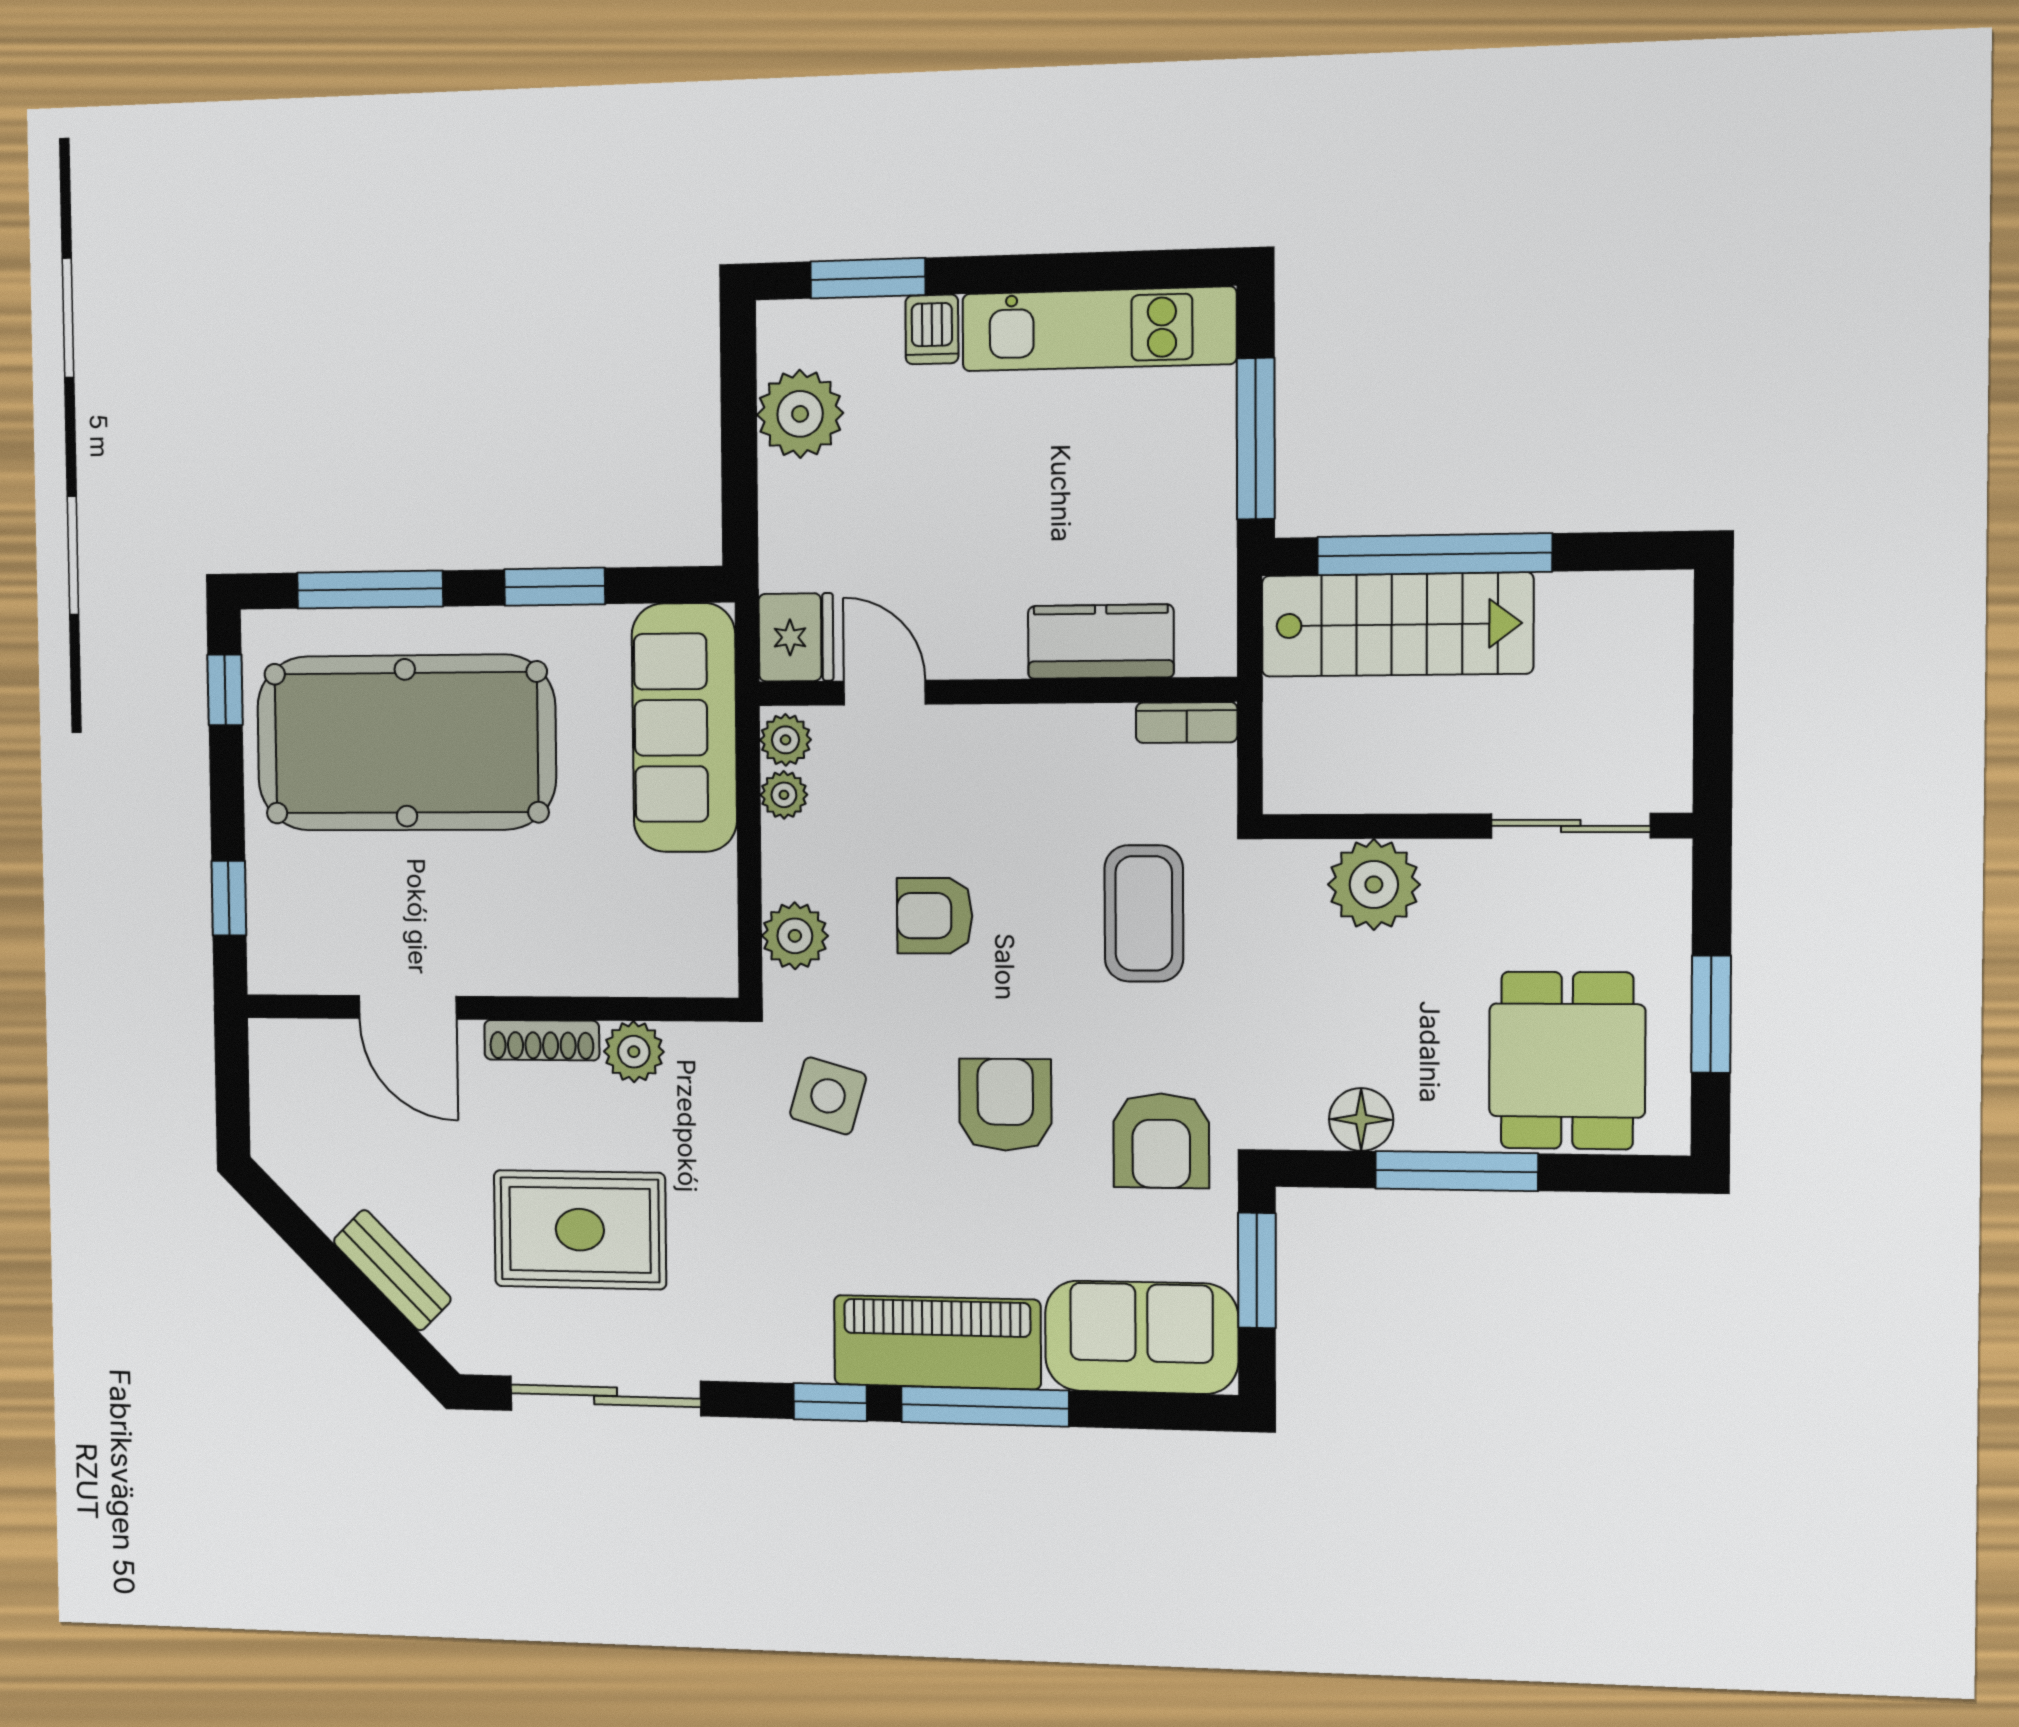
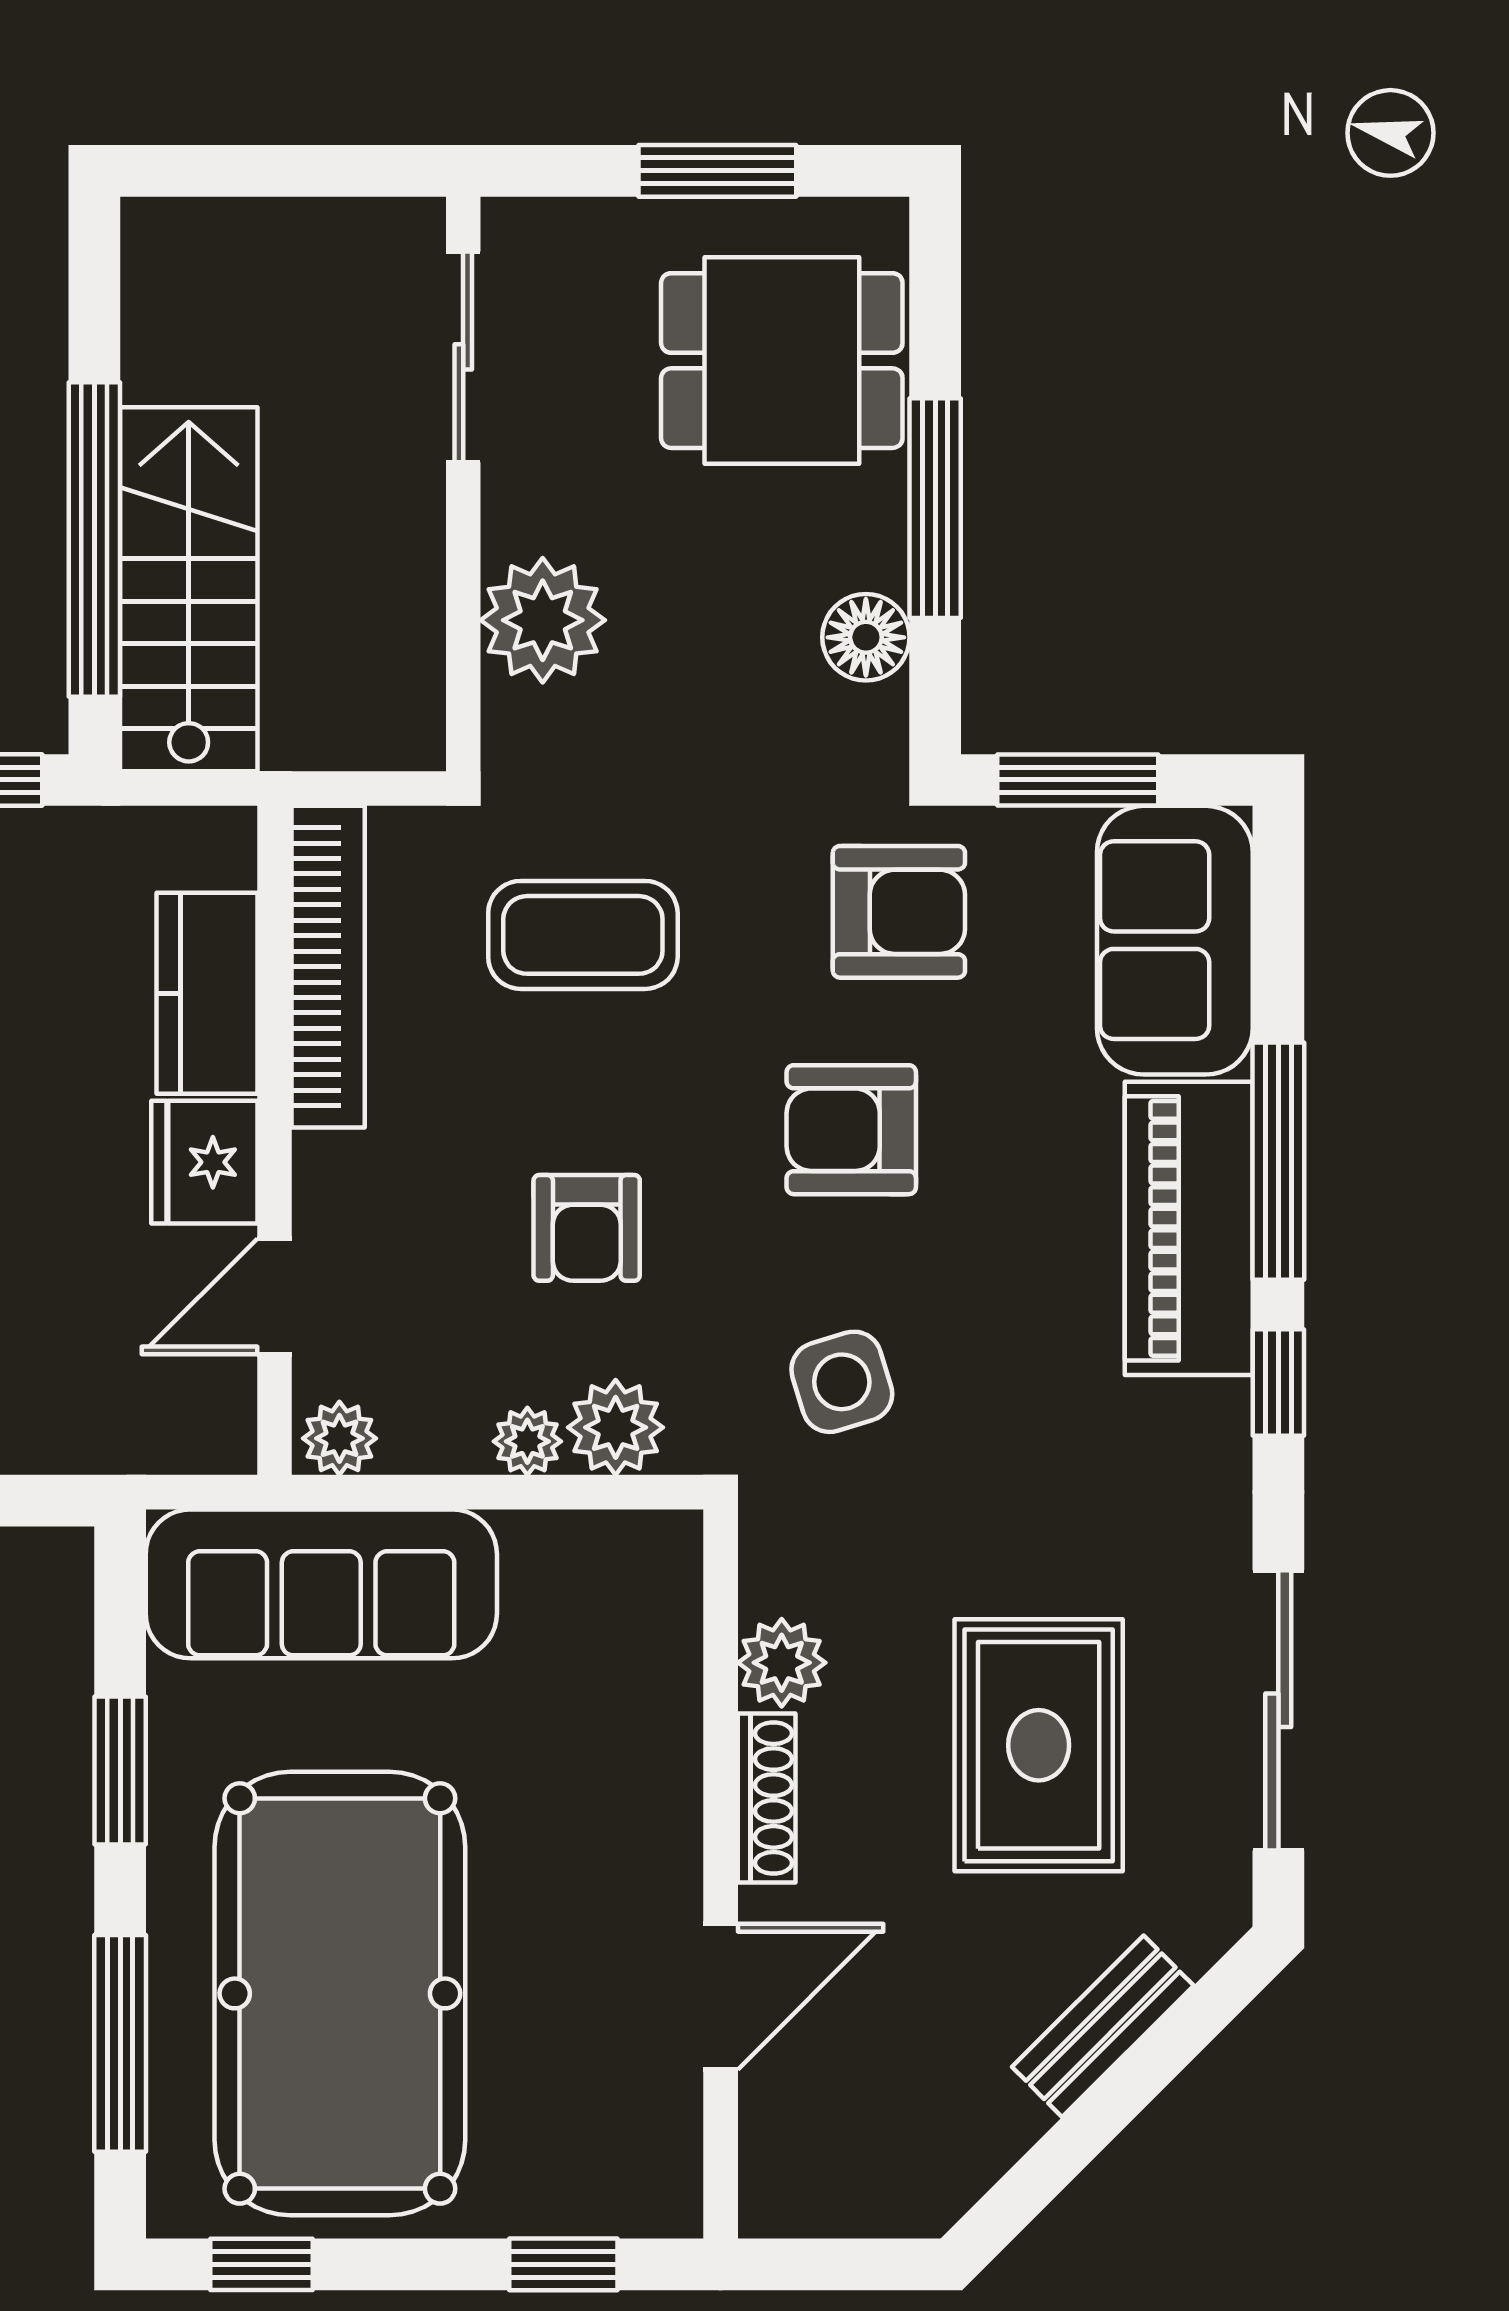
fridge: (796, 637) -> (204, 1162), moved, turned -90
bookcase: (1187, 722) -> (328, 967), width x2.31, depth x1.31
plant: (784, 795) -> (527, 1441), moved
side table: (828, 1096) -> (842, 1382), turned -33

